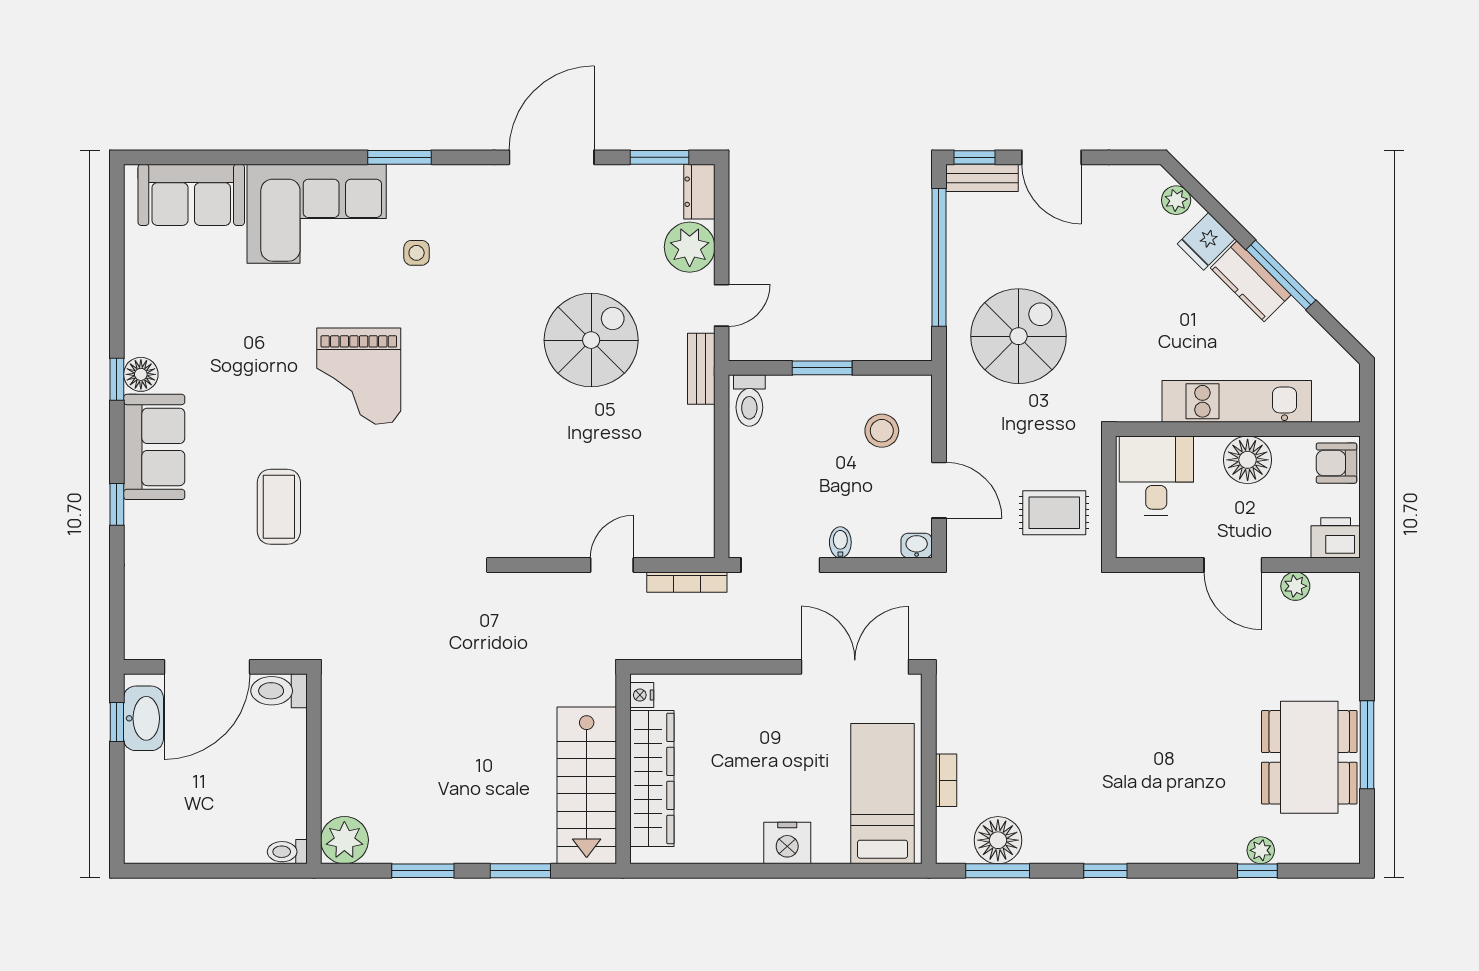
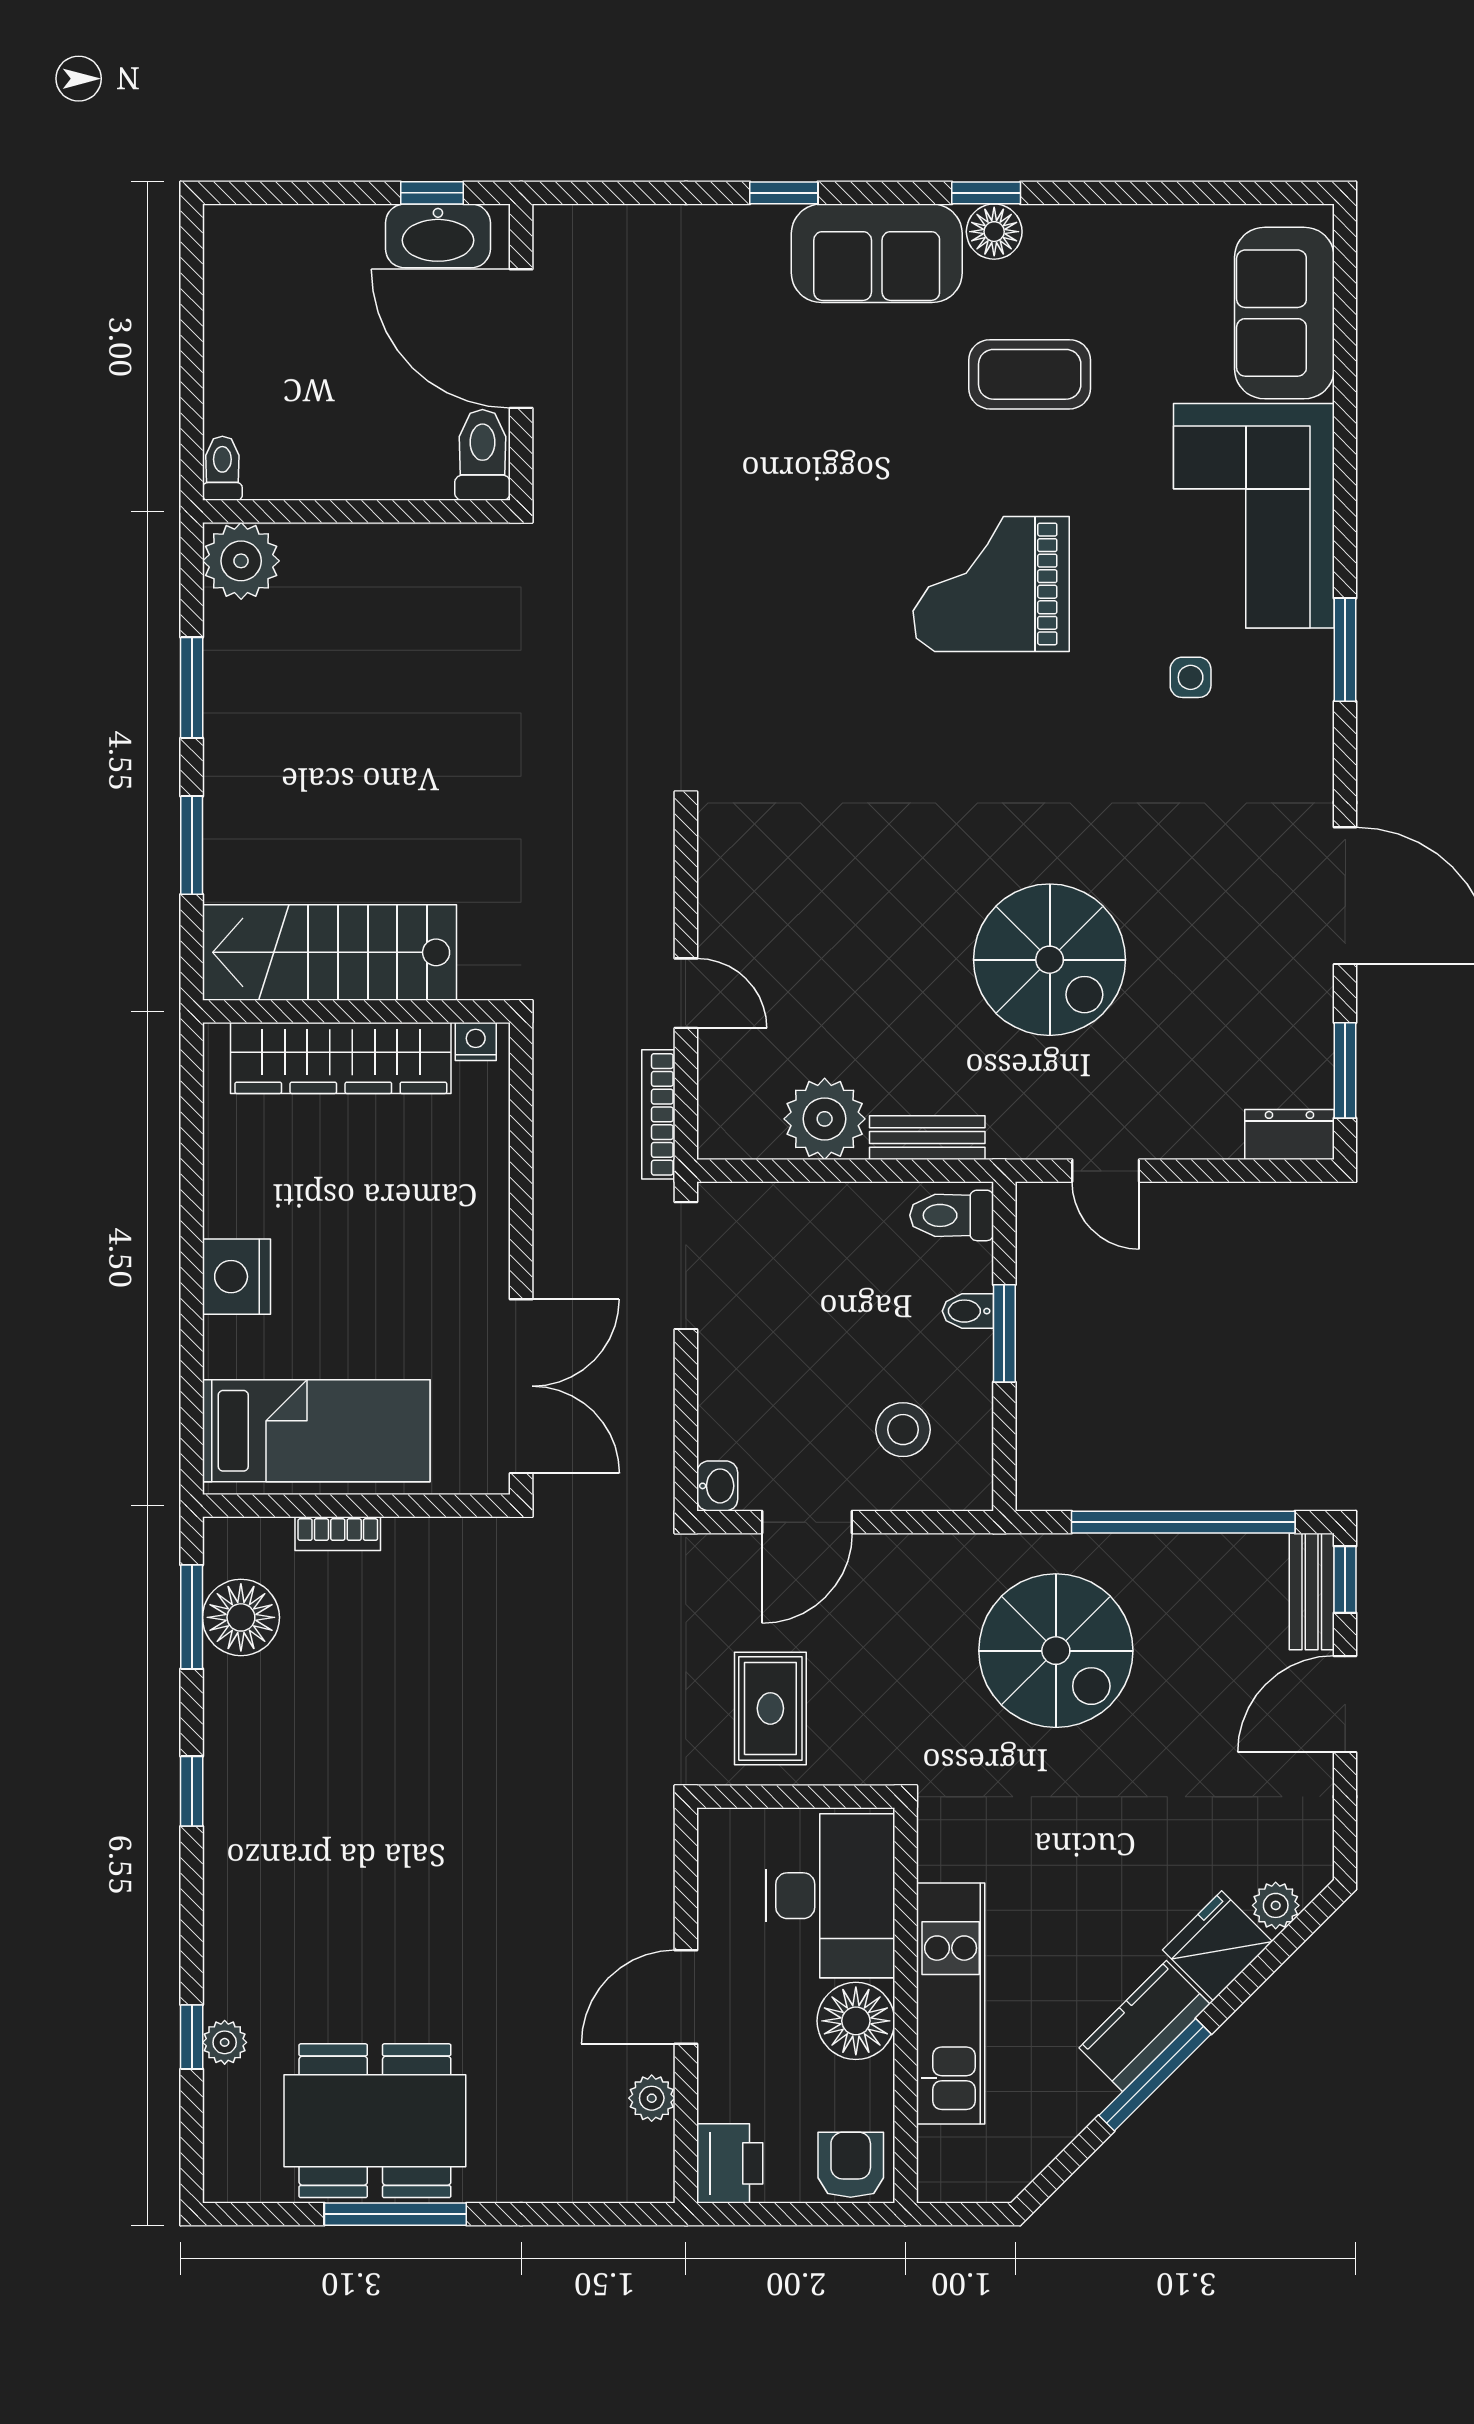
fridge: (1206, 241) -> (1217, 1946), width x1.38
plant: (690, 247) -> (825, 1119), moved
bench: (701, 369) -> (927, 1138), moved
desk: (1156, 476) -> (830, 1896), width x1.37
coffee table: (279, 507) -> (1030, 374), moved
bidet: (840, 542) -> (968, 1311), moved, turned 180

